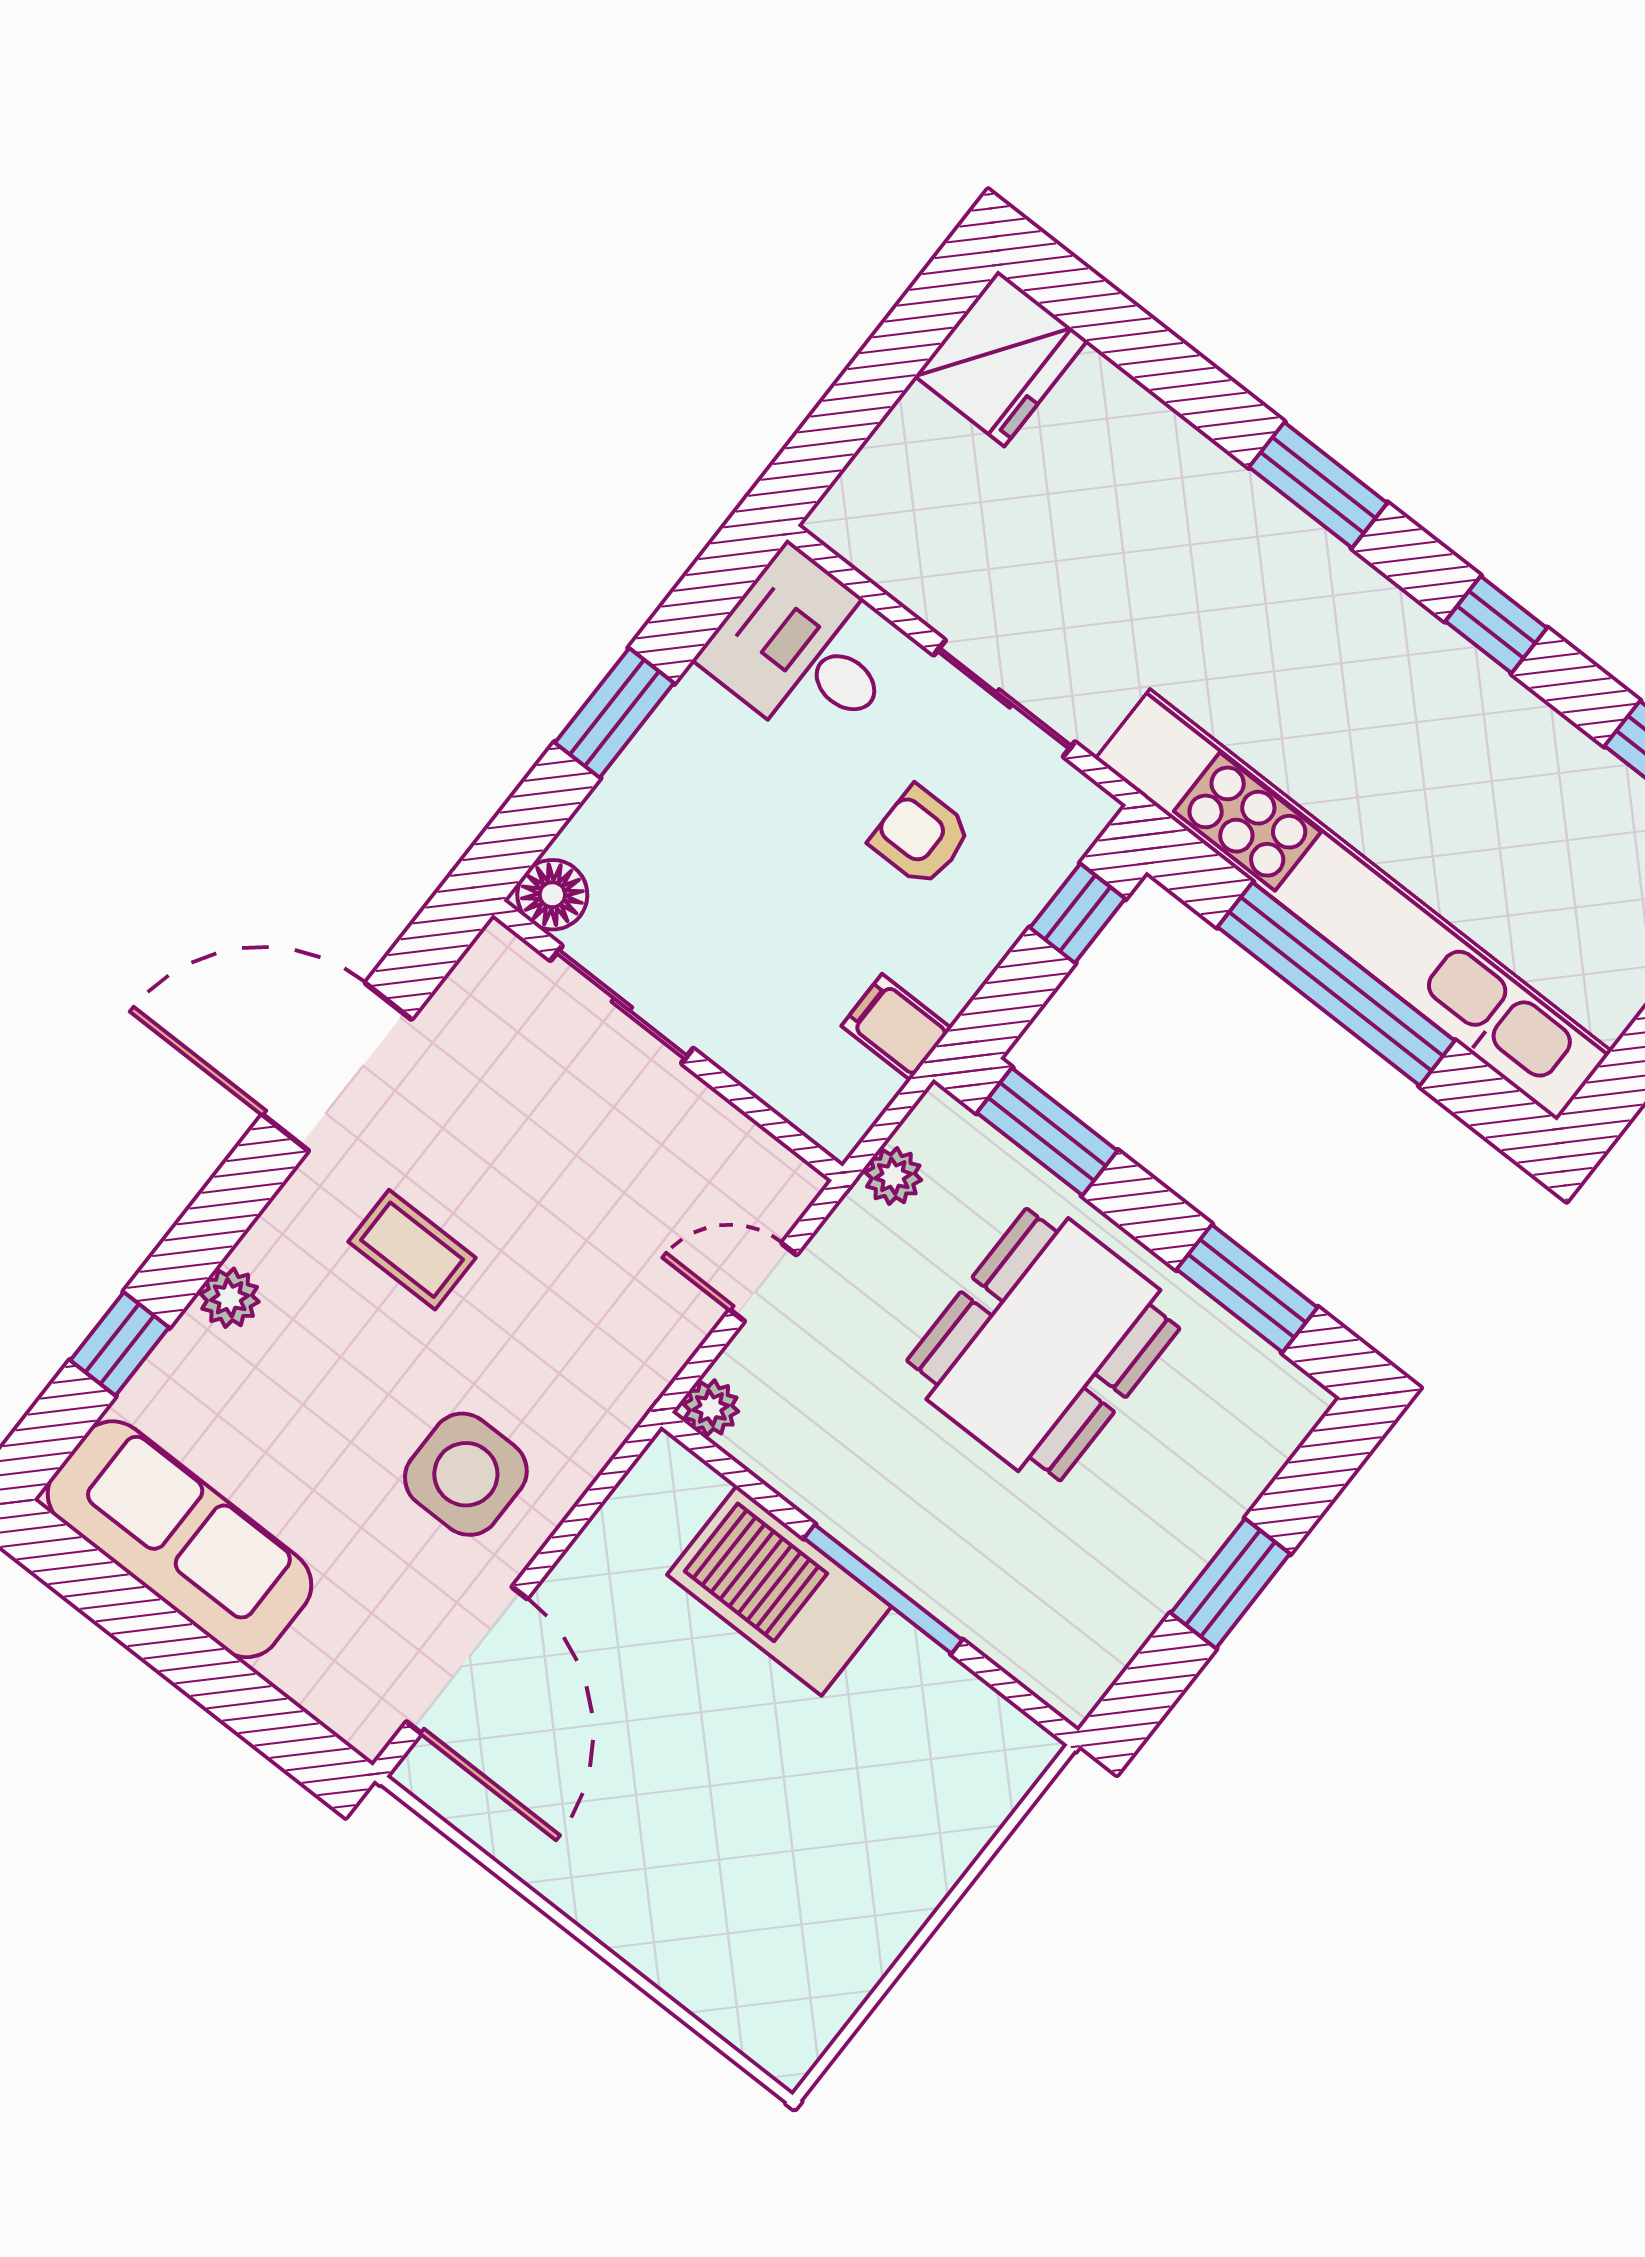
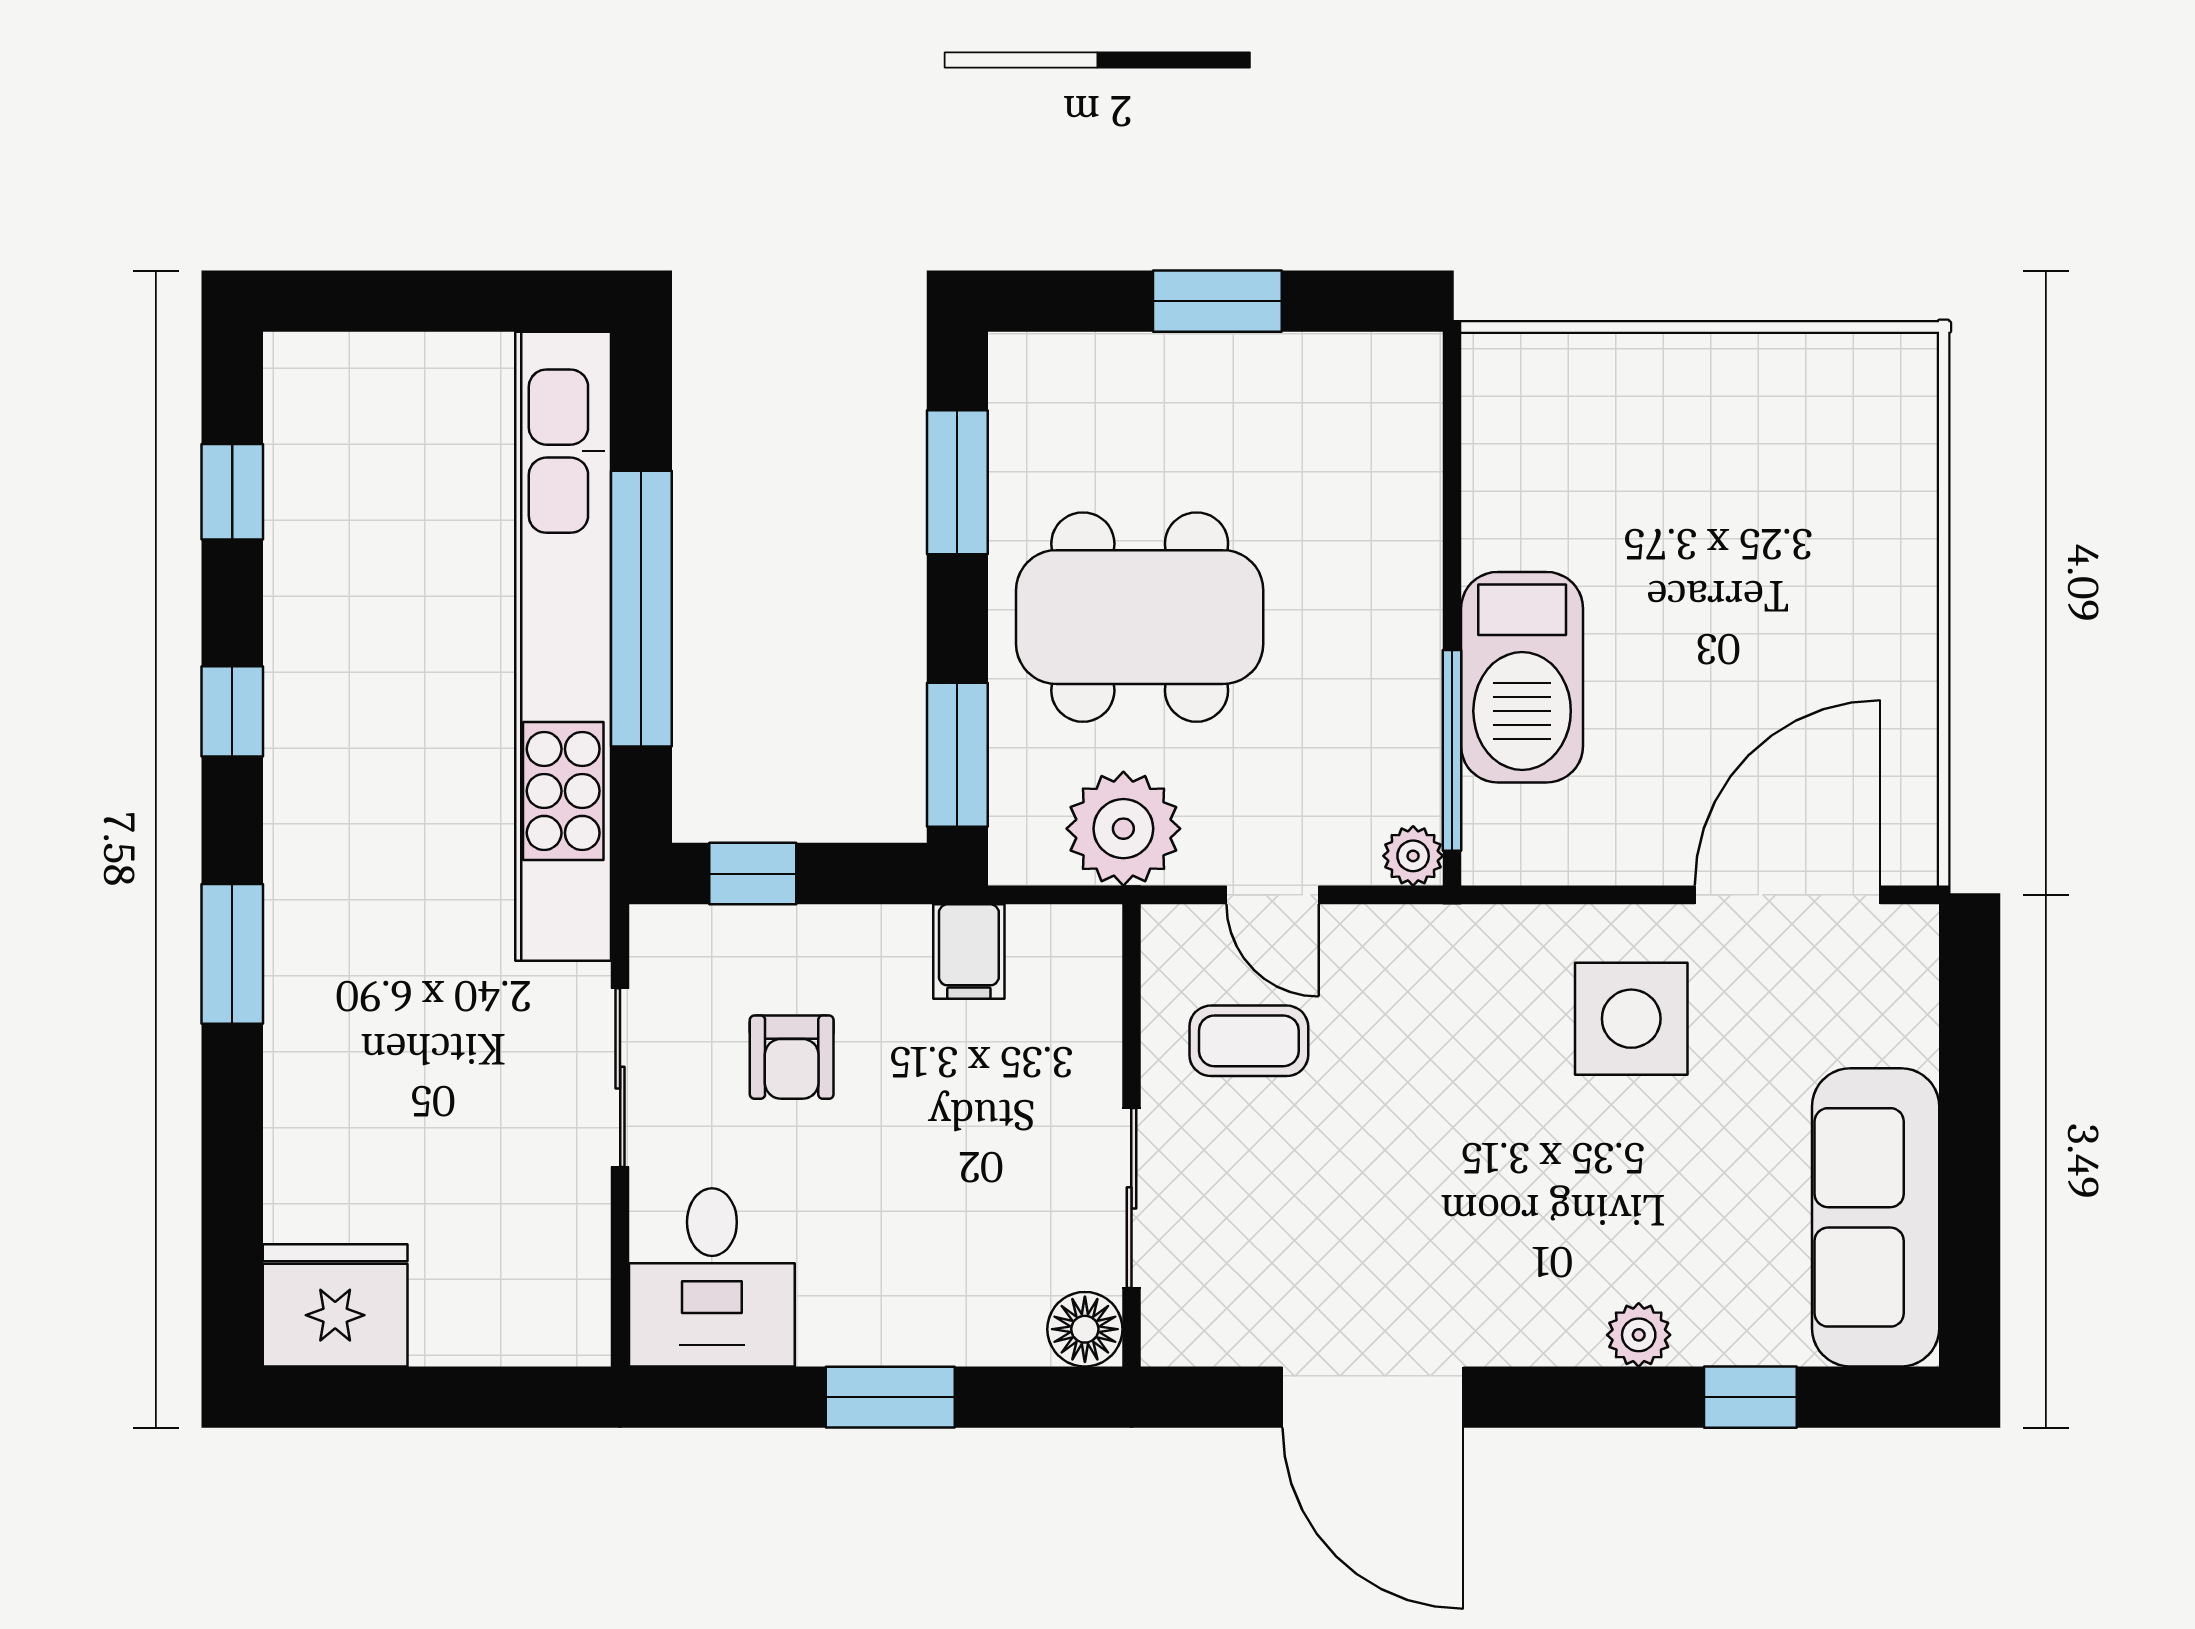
plant: (893, 1176) -> (1123, 829), width x1.88, depth x1.88
coffee table: (412, 1250) -> (1249, 1041), moved, turned 90
window: (883, 1589) -> (1452, 750), moved

